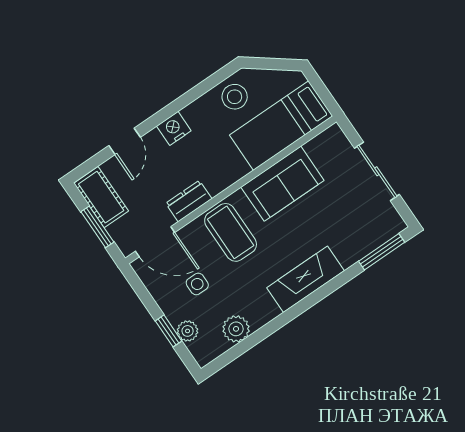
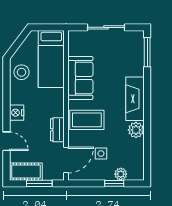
plant: (236, 329) -> (136, 130), moved

